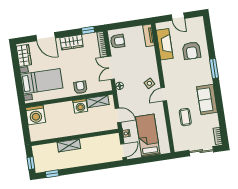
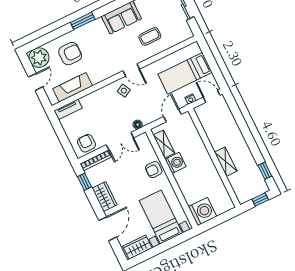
plant: (196, 25) -> (39, 58), added

